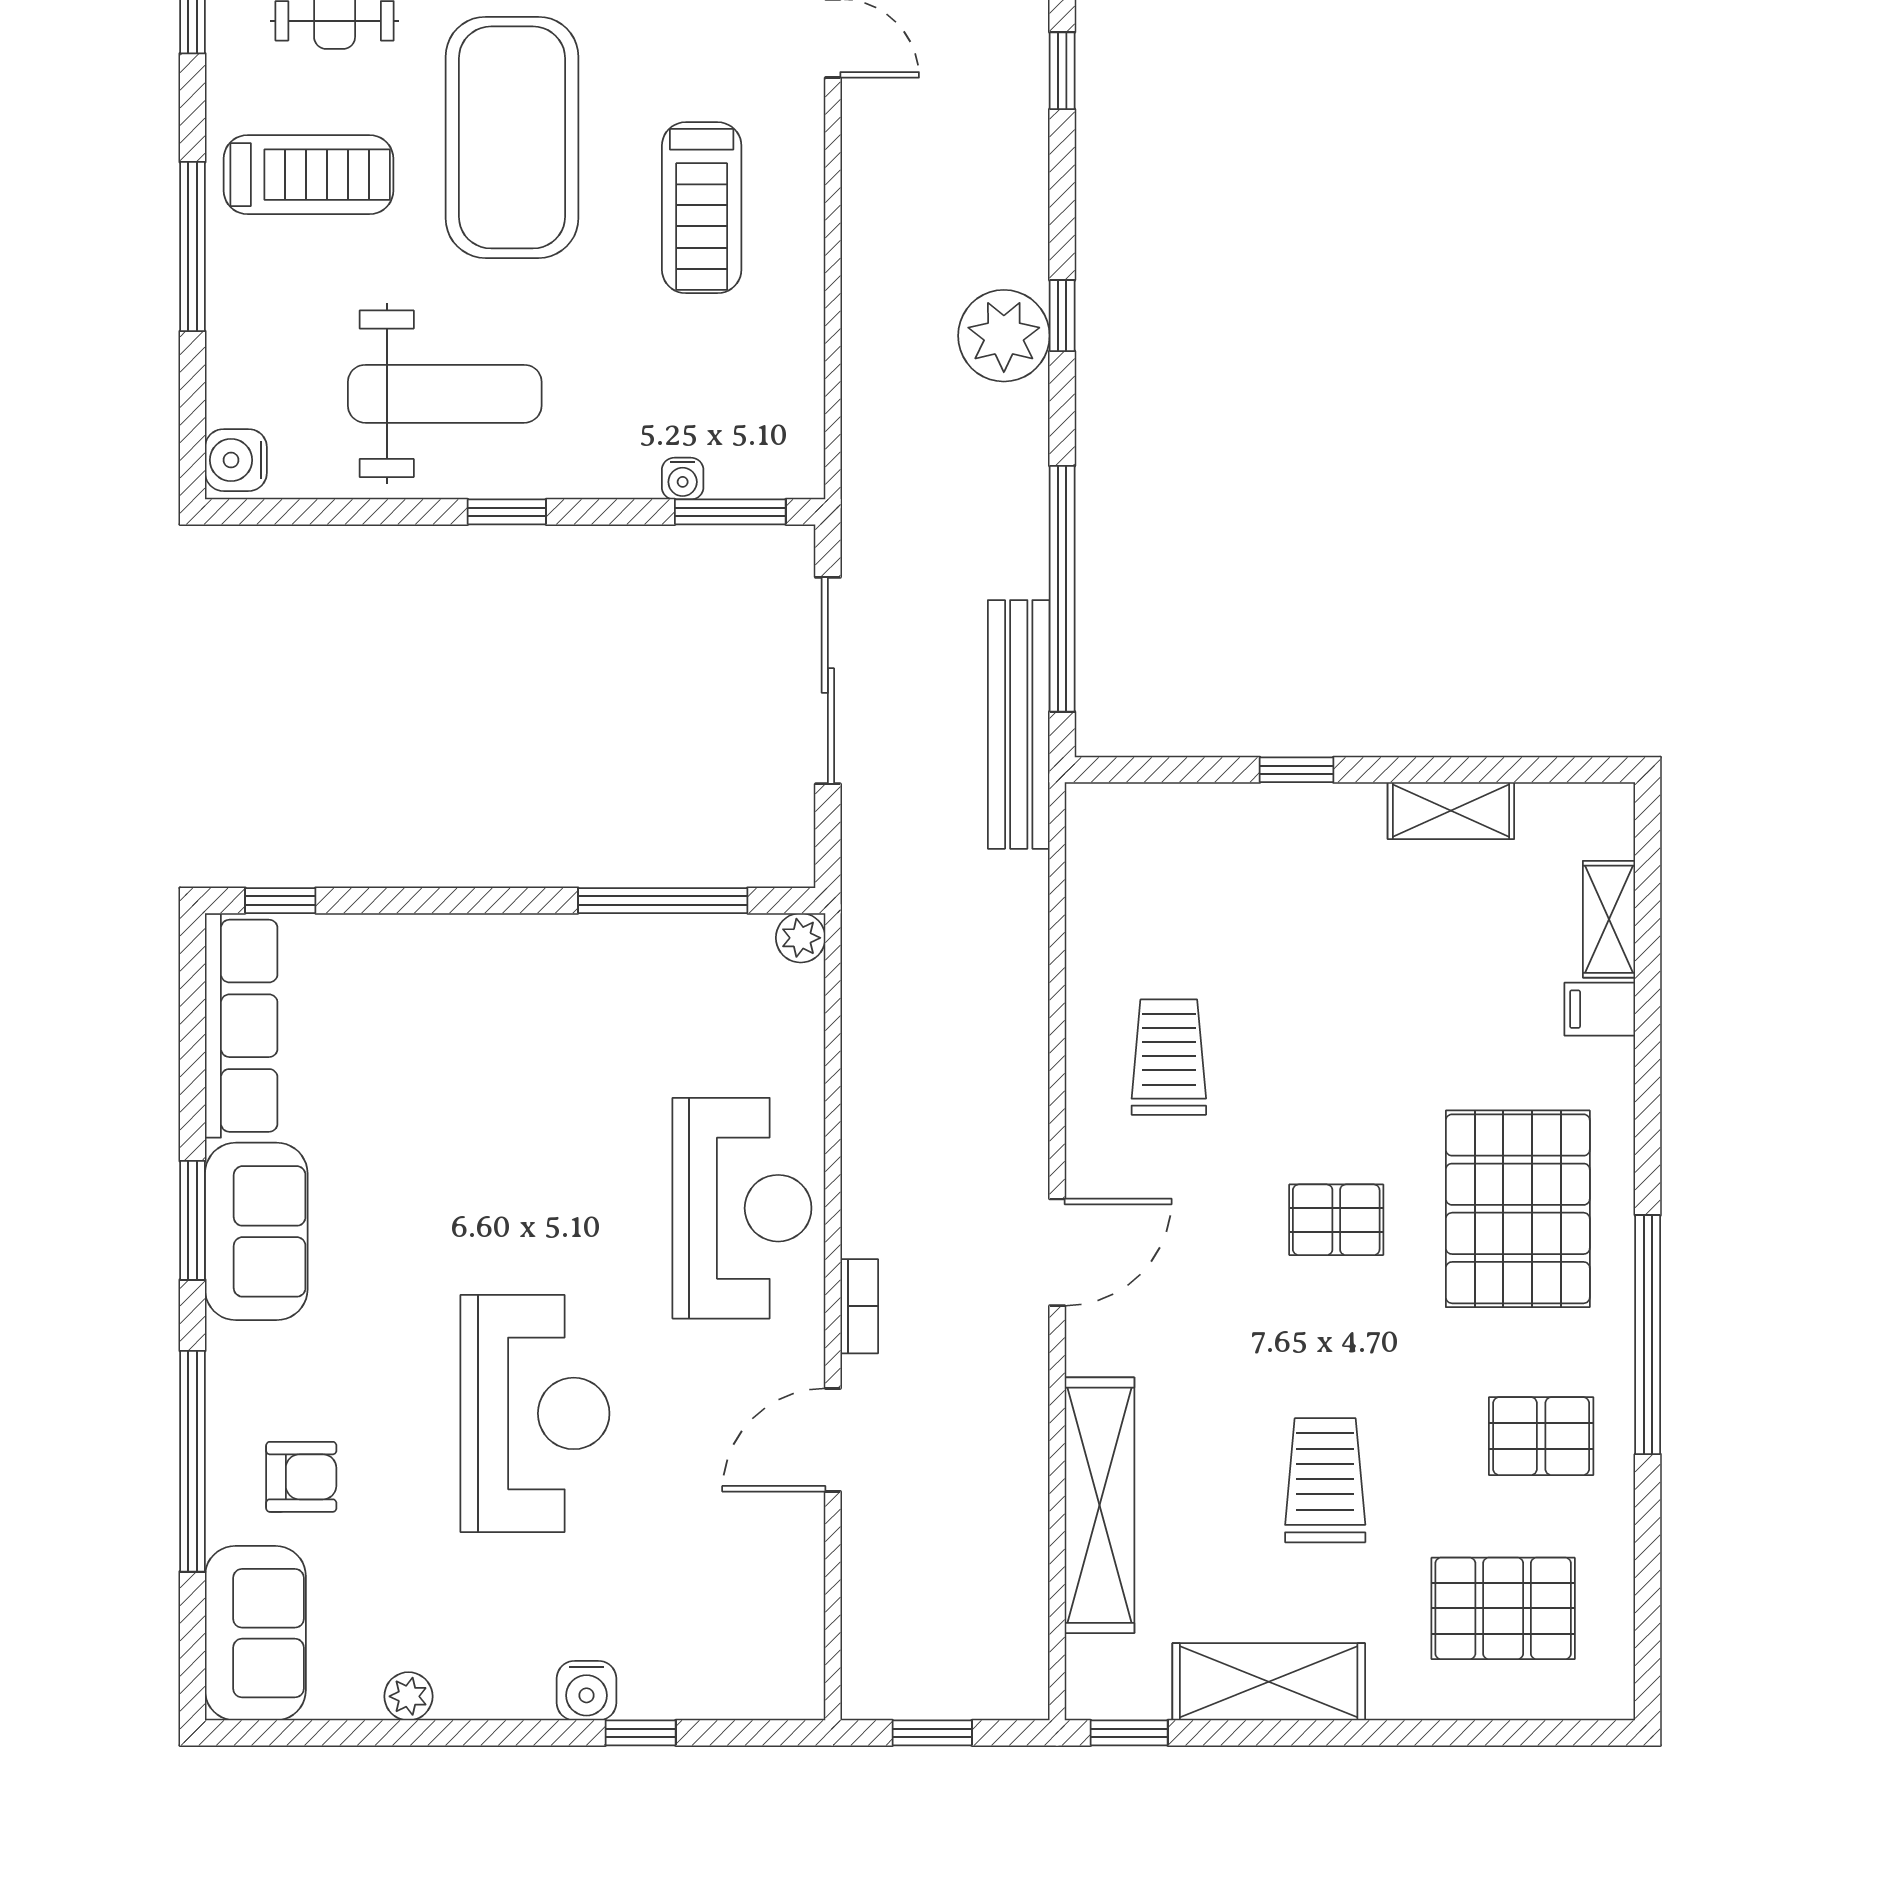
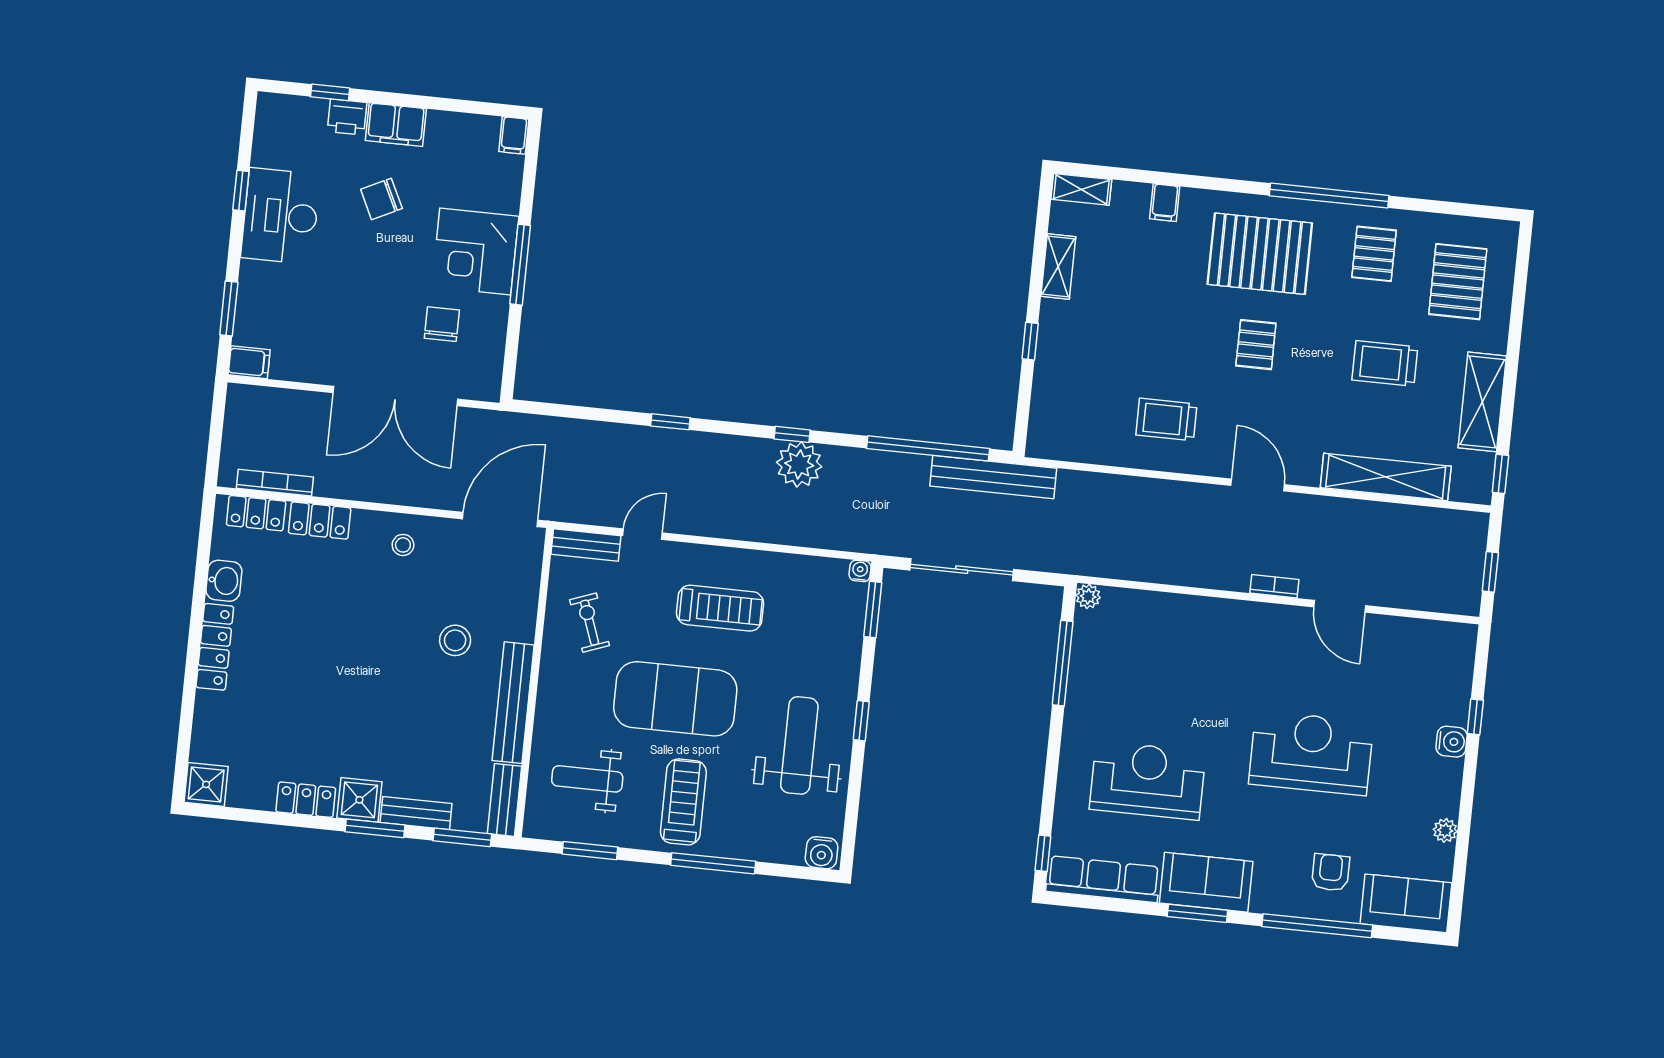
water cooler: (683, 479) -> (860, 571), moved, turned -90
shelving: (1609, 919) -> (1081, 189), moved
reception desk: (742, 1208) -> (1148, 780), moved

